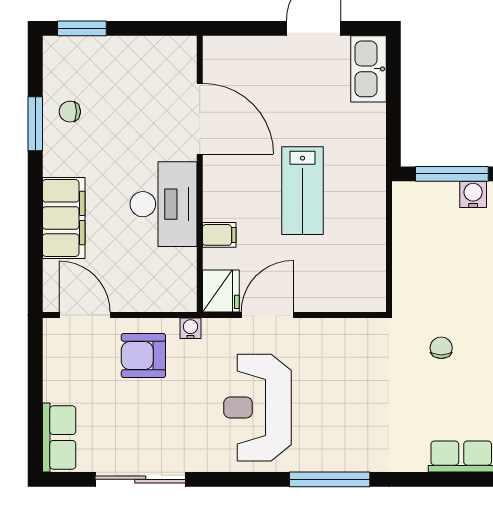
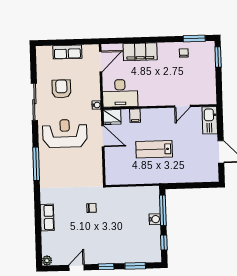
kitchen sink: (368, 69) -> (210, 120), moved, turned -90
door: (200, 119) -> (182, 106), width x0.53
window: (35, 124) -> (194, 38), moved
desk: (163, 204) -> (120, 93), moved
armchair: (143, 356) -> (61, 89), moved
row of seats: (59, 437) -> (67, 52), moved
sliding door: (140, 479) -> (34, 102), moved

